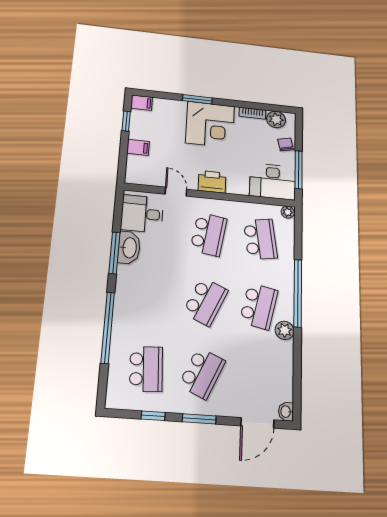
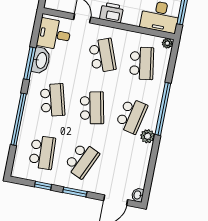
school desk: (209, 234) -> (102, 56), turned -30
school desk: (151, 297) -> (53, 100), added
school desk: (205, 302) -> (92, 108), turned -36

